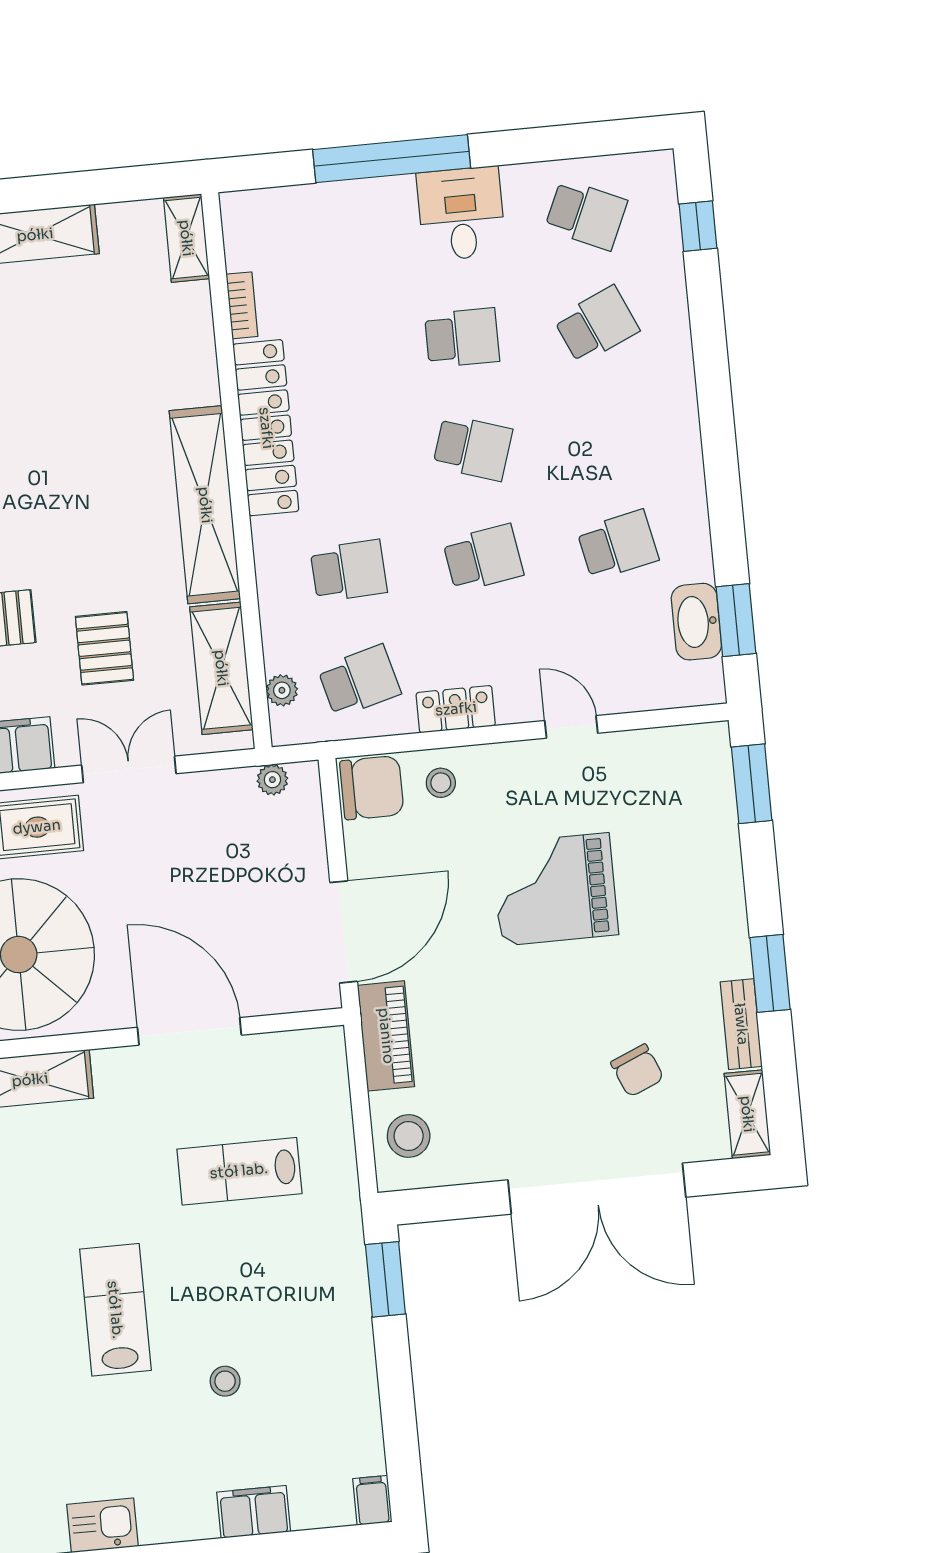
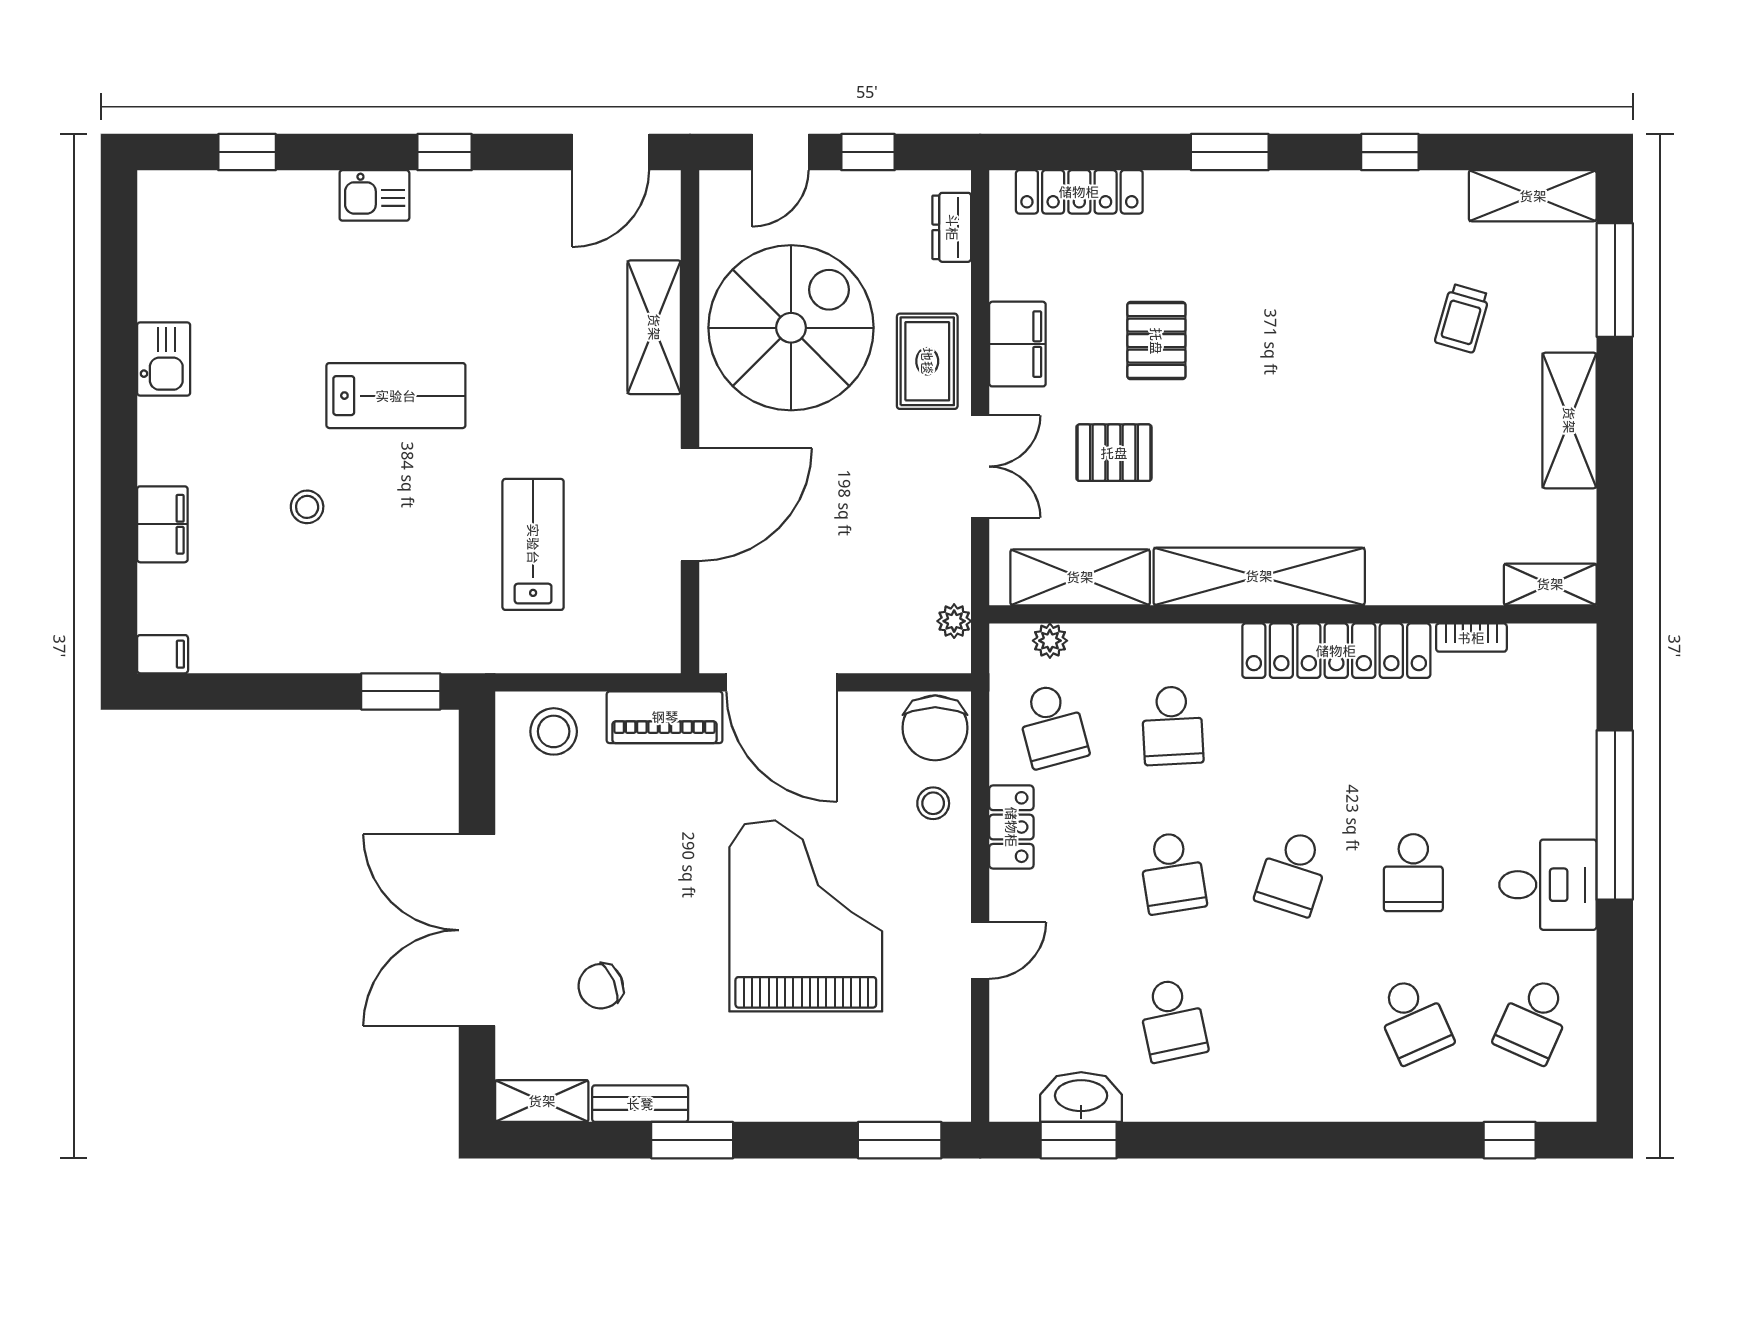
grand piano: (555, 889) -> (806, 916), width x1.37, depth x1.48

